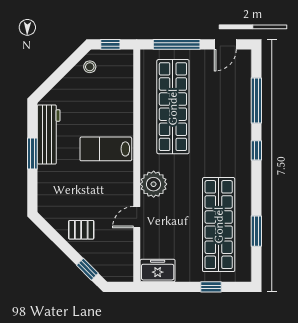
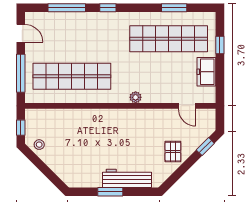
workbench: (49, 135) -> (127, 178), moved
lab bench: (106, 149) -> (107, 131), removed
plant: (154, 184) -> (136, 97), width x0.53, depth x0.53
door: (137, 217) -> (187, 106), moved
freezer: (158, 271) -> (206, 72), moved

